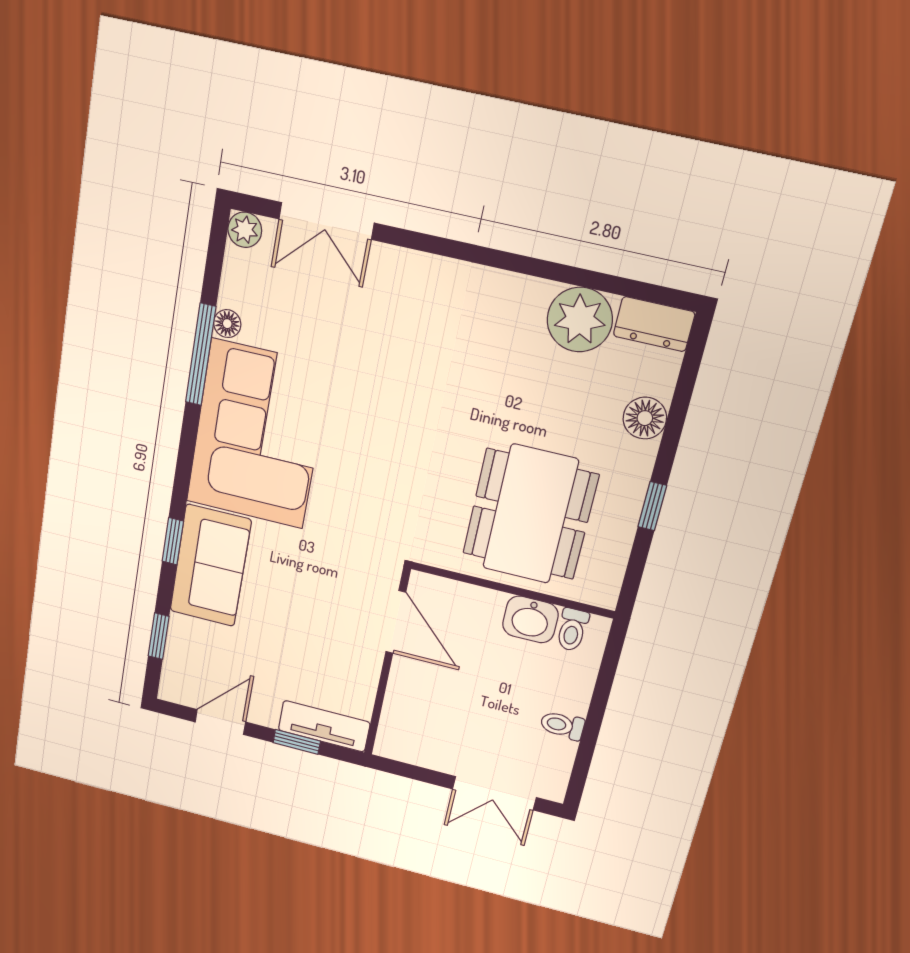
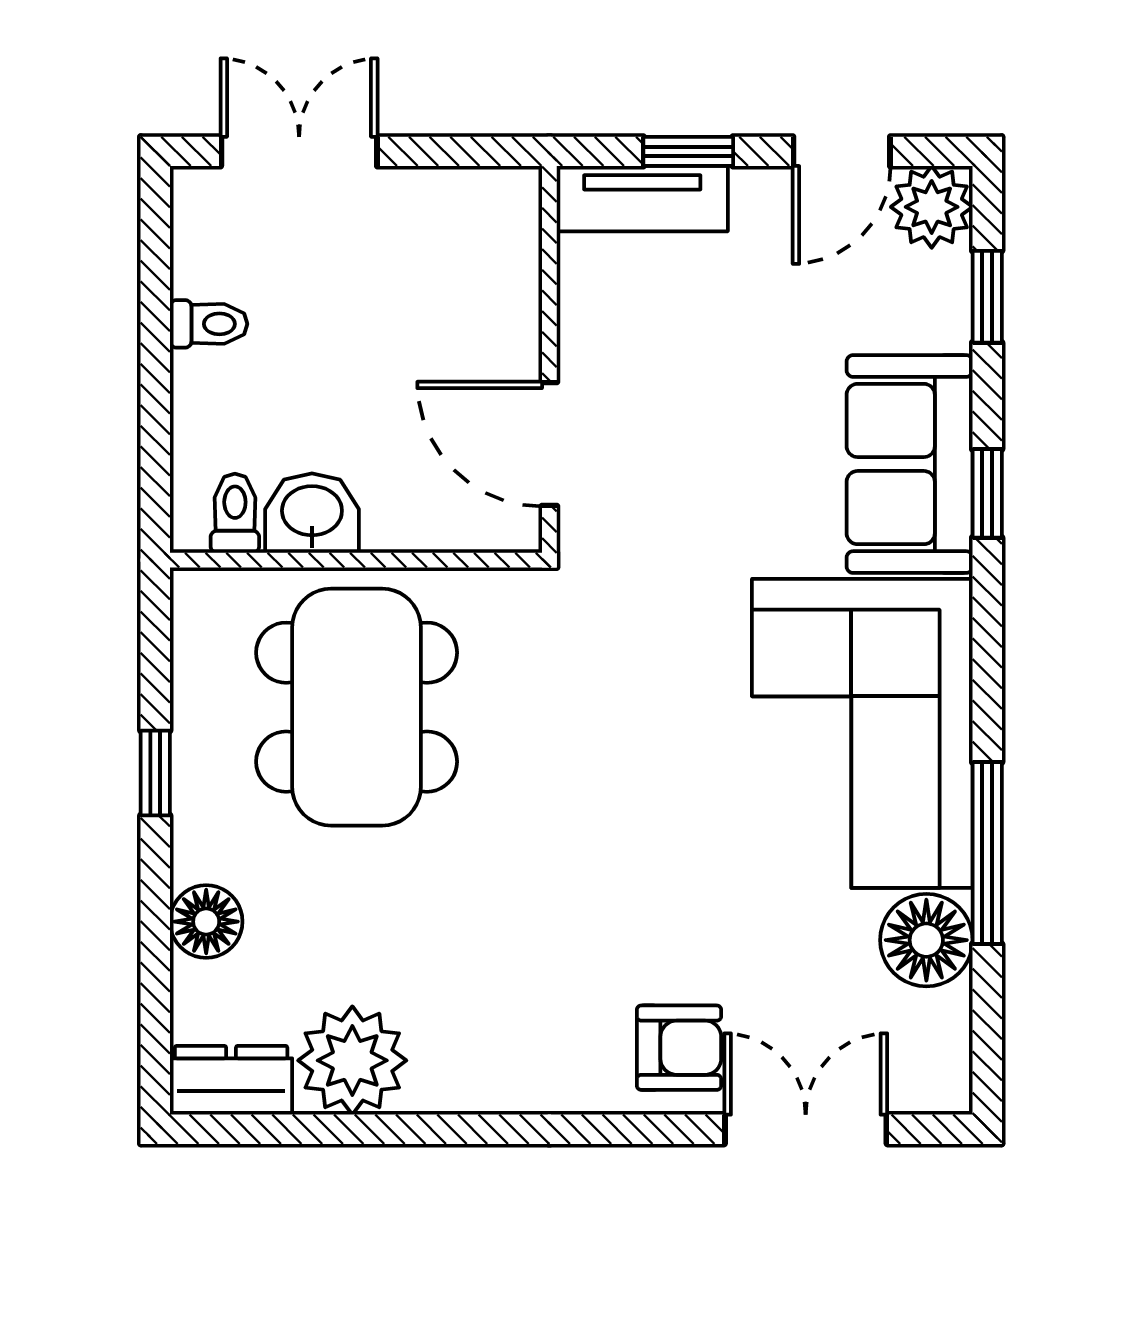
plant: (245, 230) -> (932, 207), moved, width x1.38, depth x1.38
armchair: (390, 285) -> (679, 1048), added
floor lamp: (227, 324) -> (926, 940), width x1.89, depth x1.89

